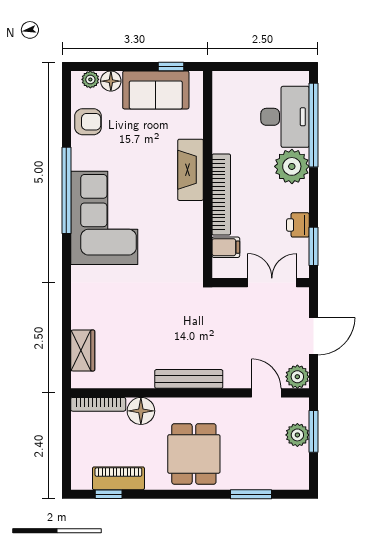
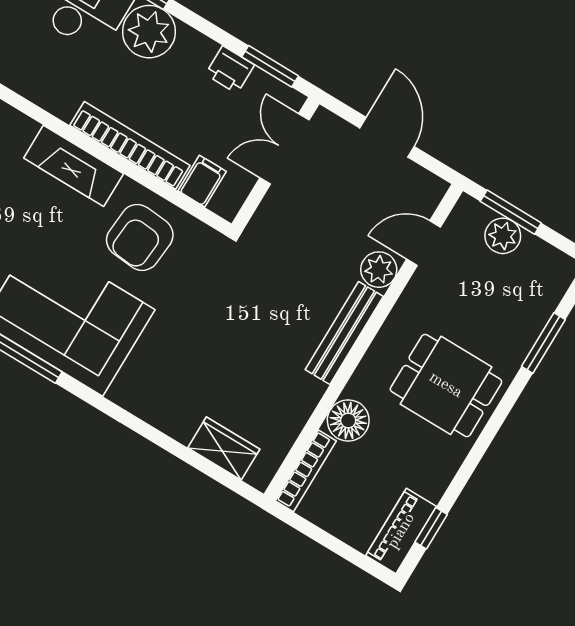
armchair: (173, 231) -> (140, 237), added
plant: (297, 377) -> (379, 270), moved
piano: (118, 478) -> (401, 531), moved

